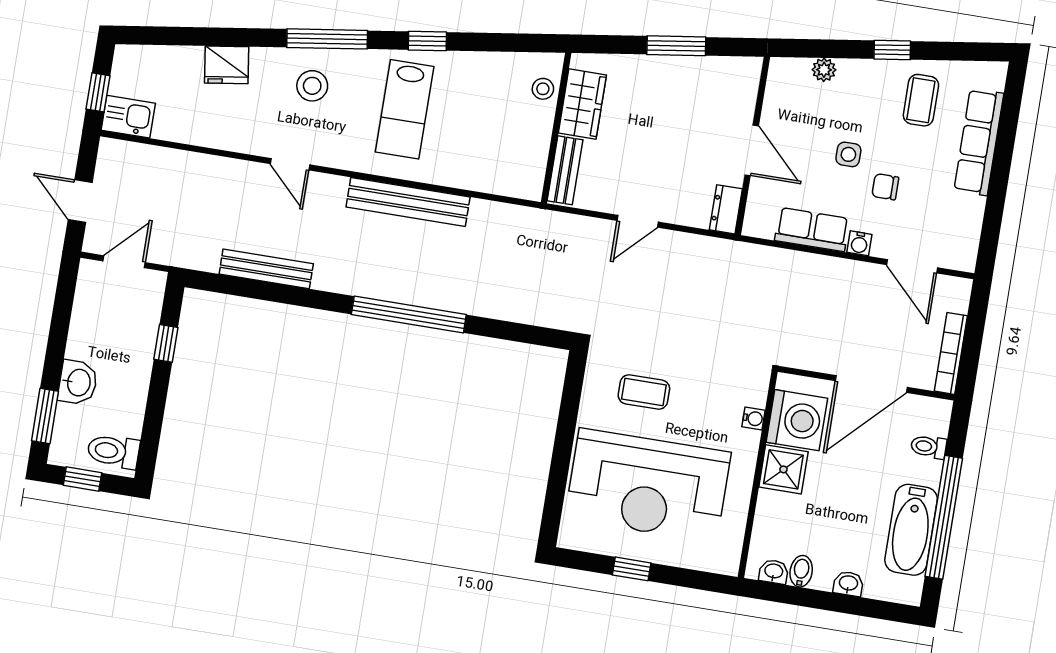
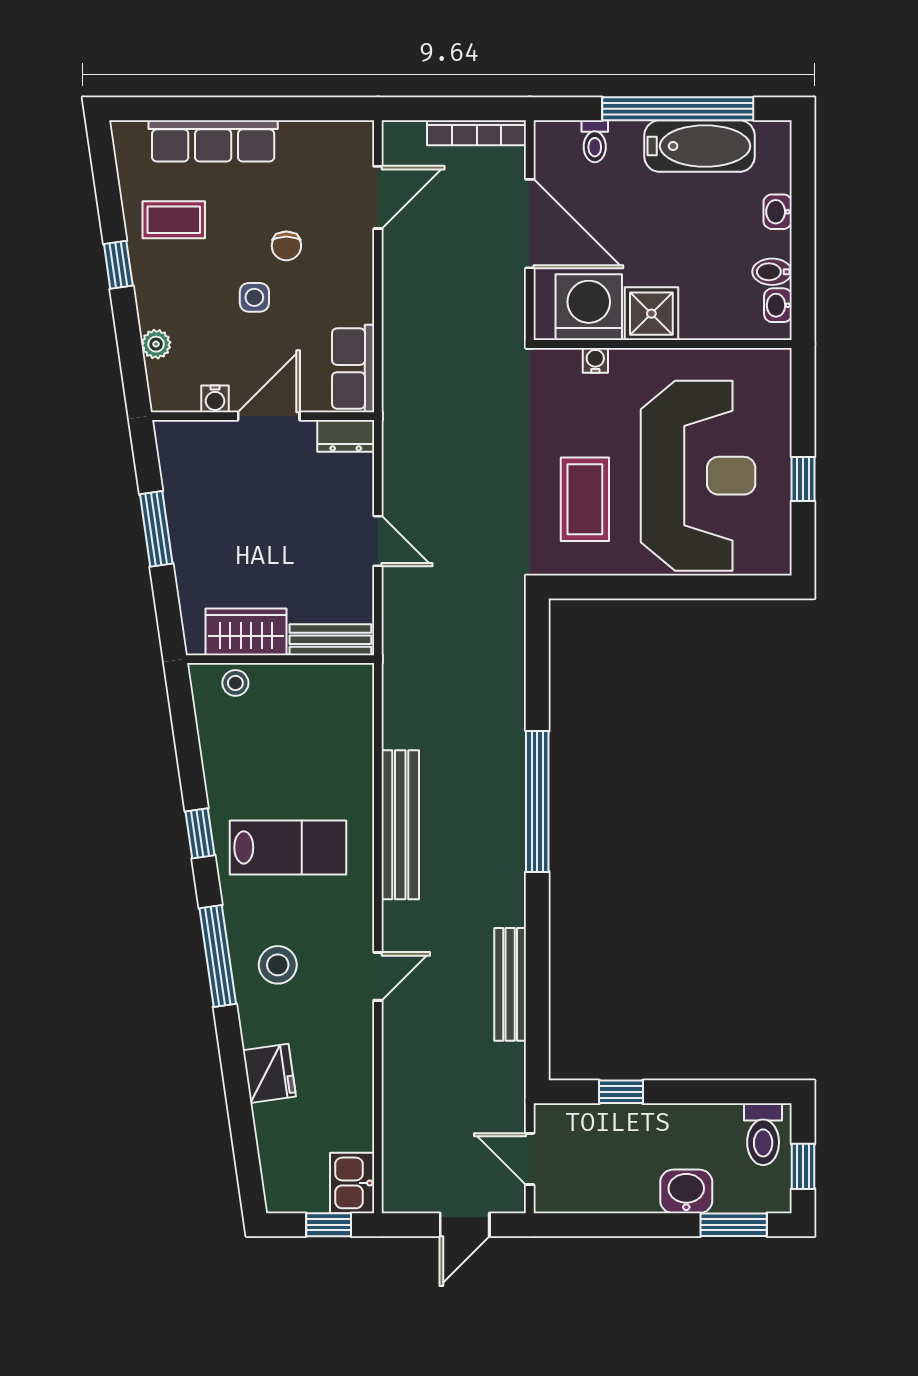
row of seats: (812, 229) -> (353, 369), moved
water cooler: (859, 243) -> (215, 399), moved, turned 90
coffee table: (644, 392) -> (585, 499), width x1.36, depth x1.30

